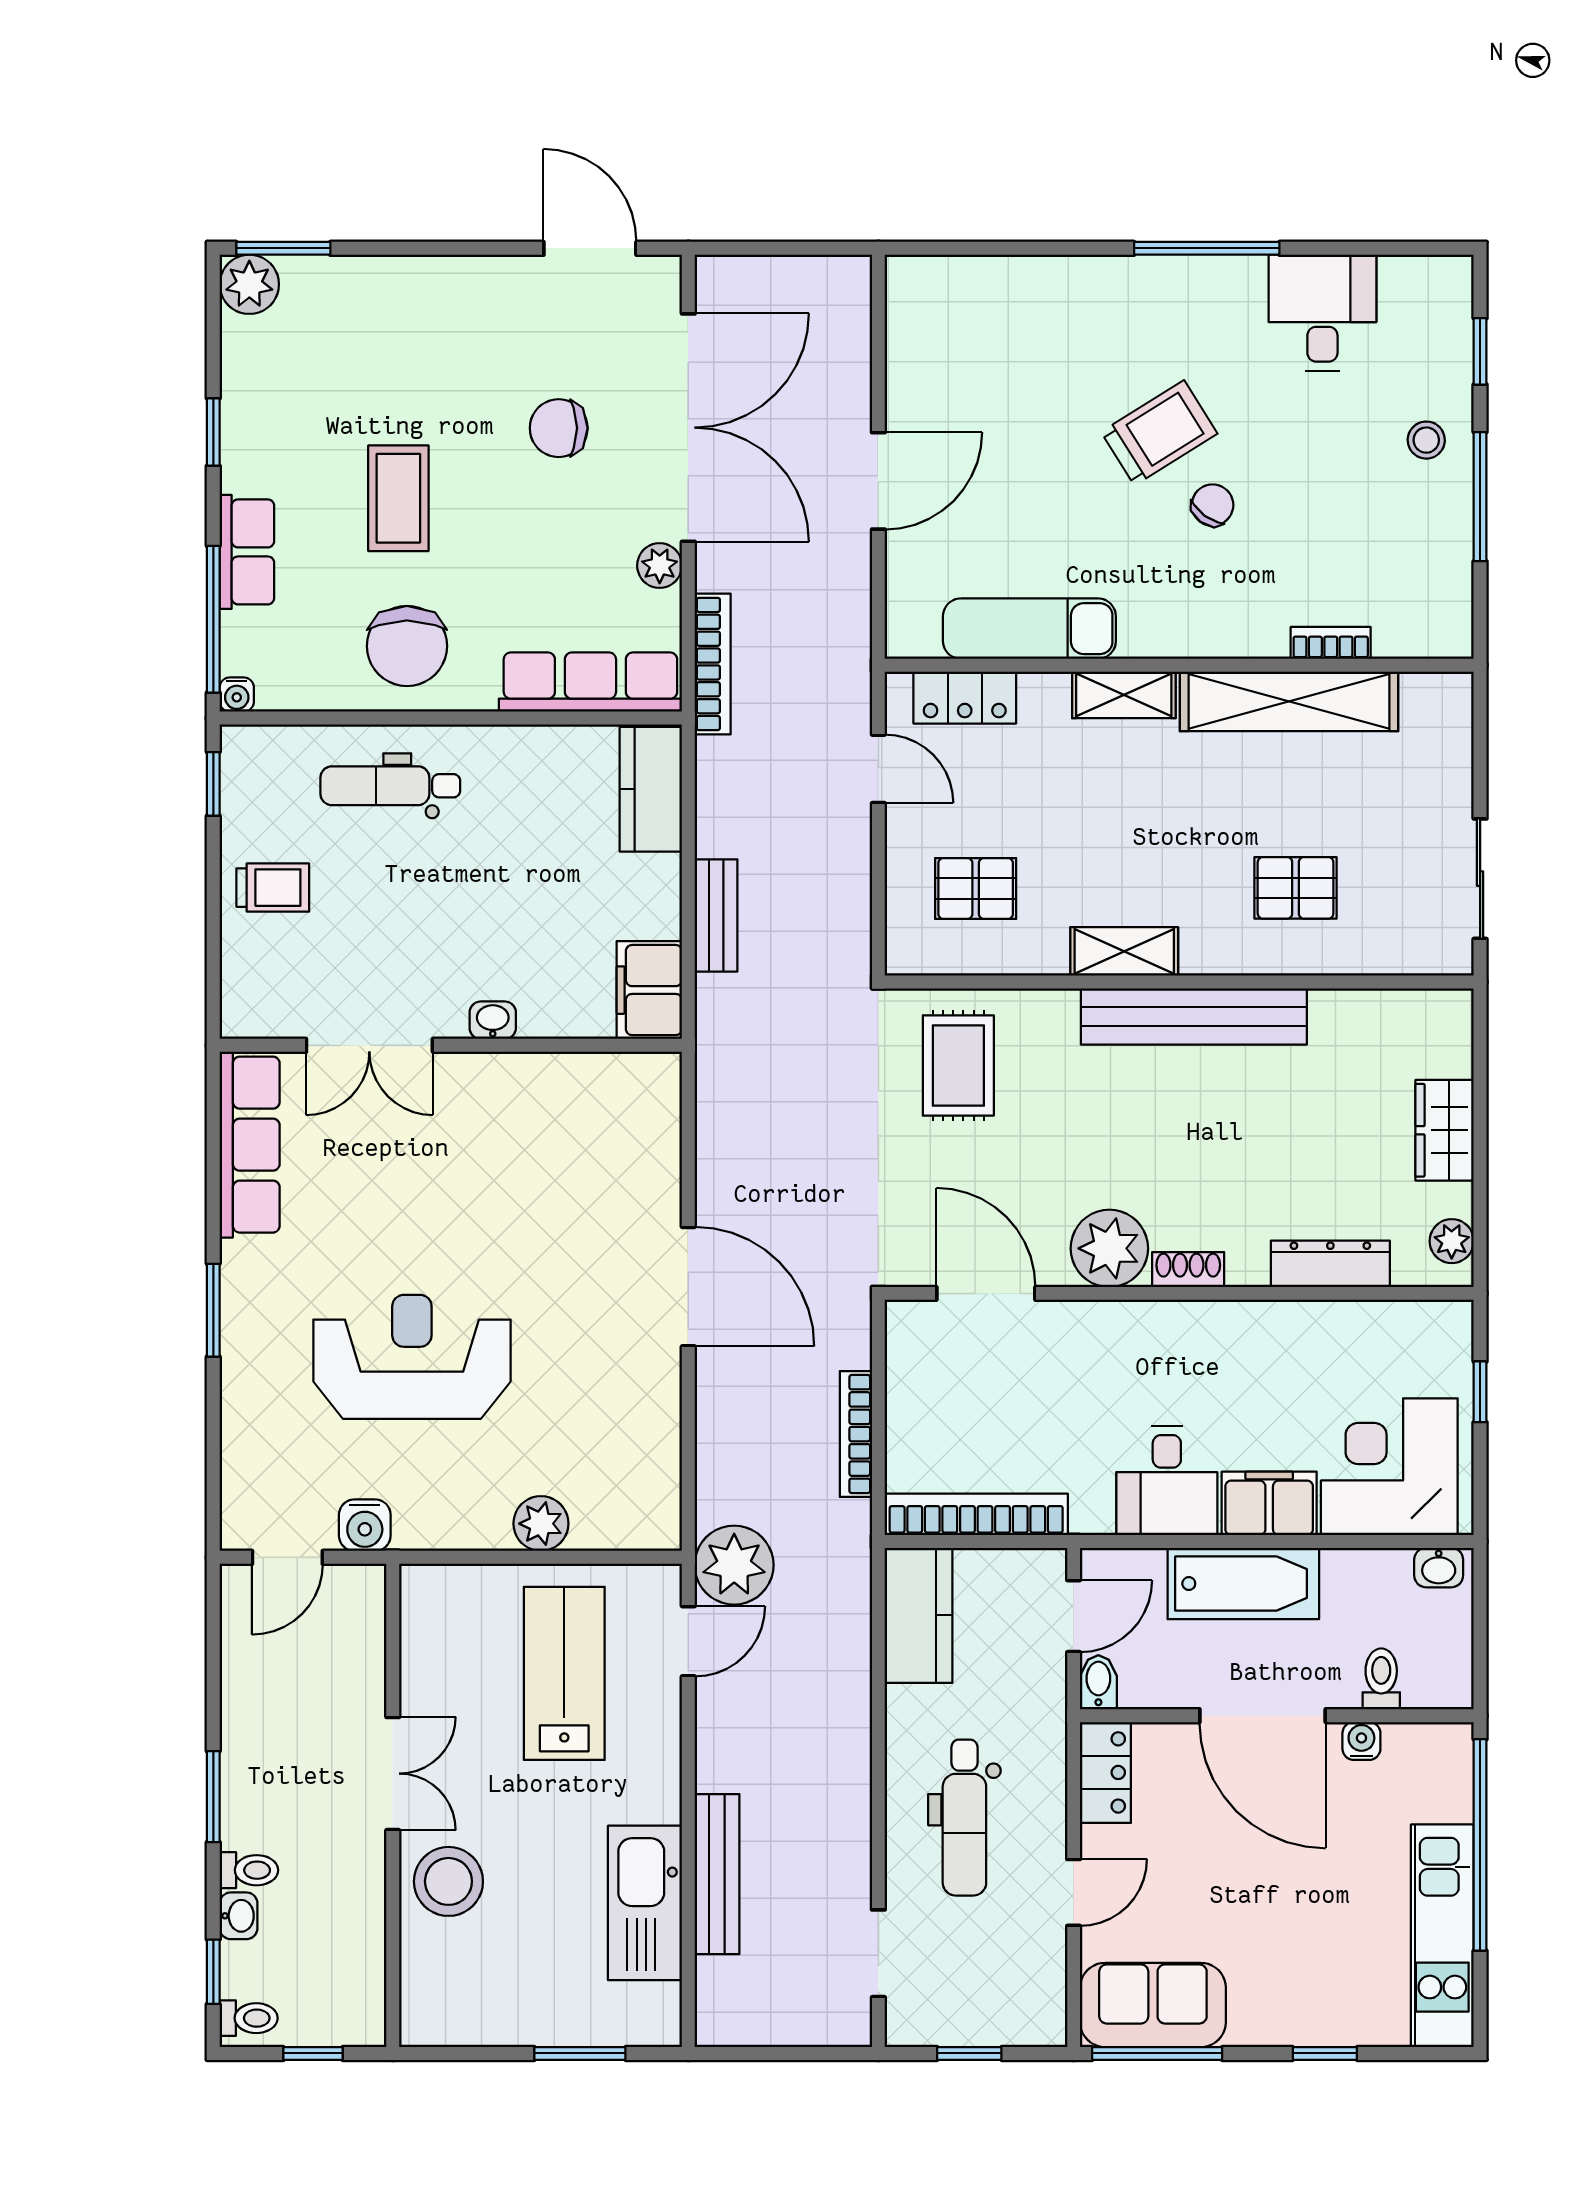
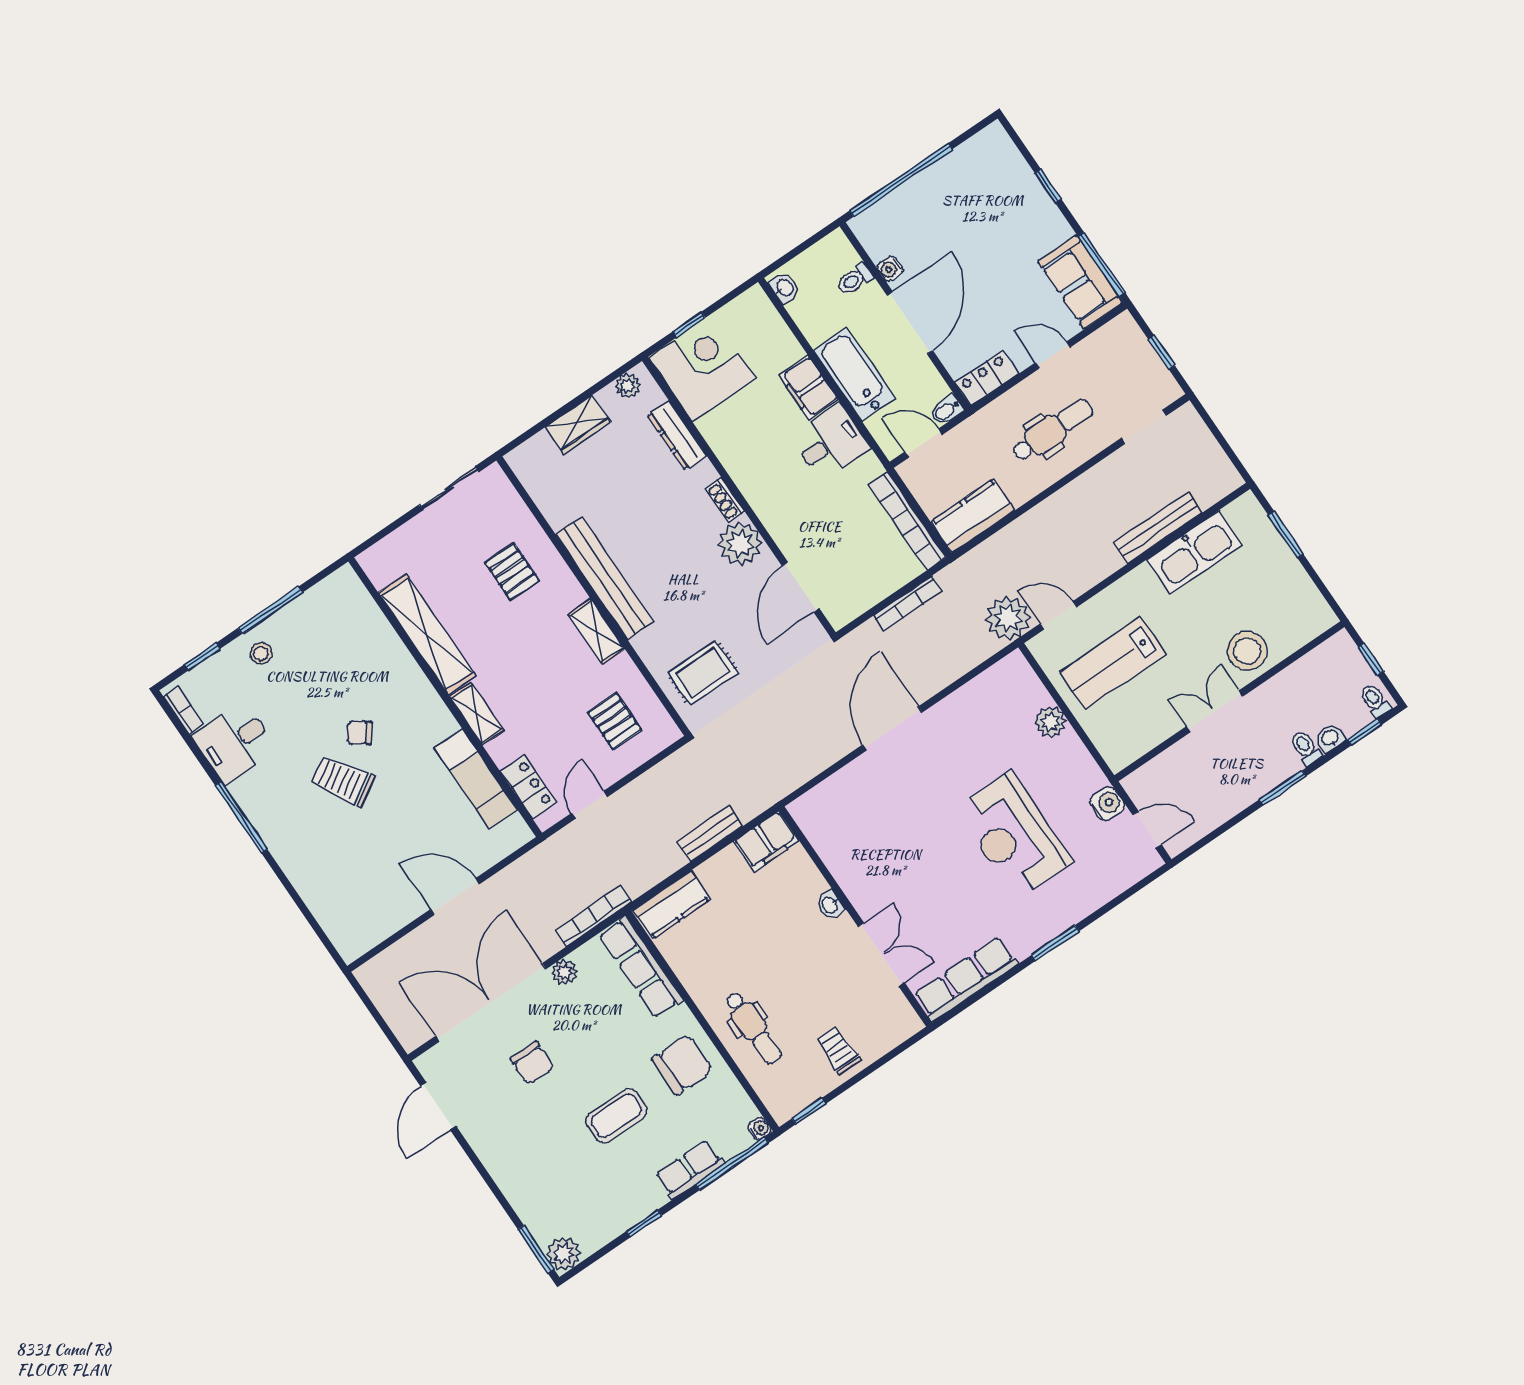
bookcase: (1331, 643) -> (183, 710), moved, turned 180
corner desk: (1389, 1467) -> (703, 368), moved, turned 180
kitchen unit: (1442, 1936) -> (955, 169), removed

